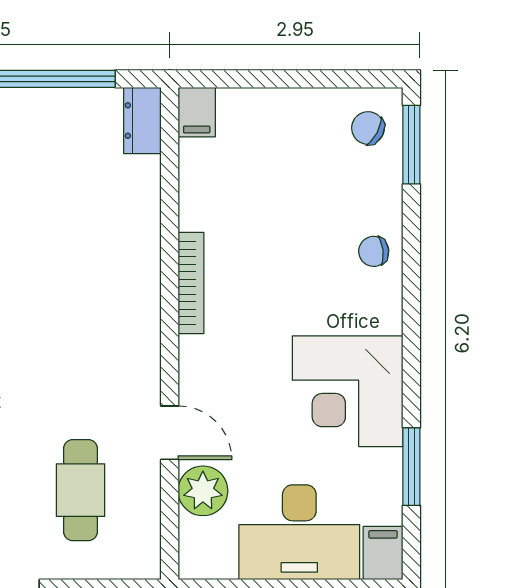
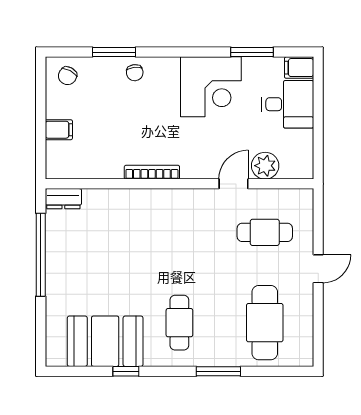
filing cabinet: (197, 112) -> (59, 130), moved
window: (411, 145) -> (114, 52), moved
desk: (299, 532) -> (288, 104), width x0.73

